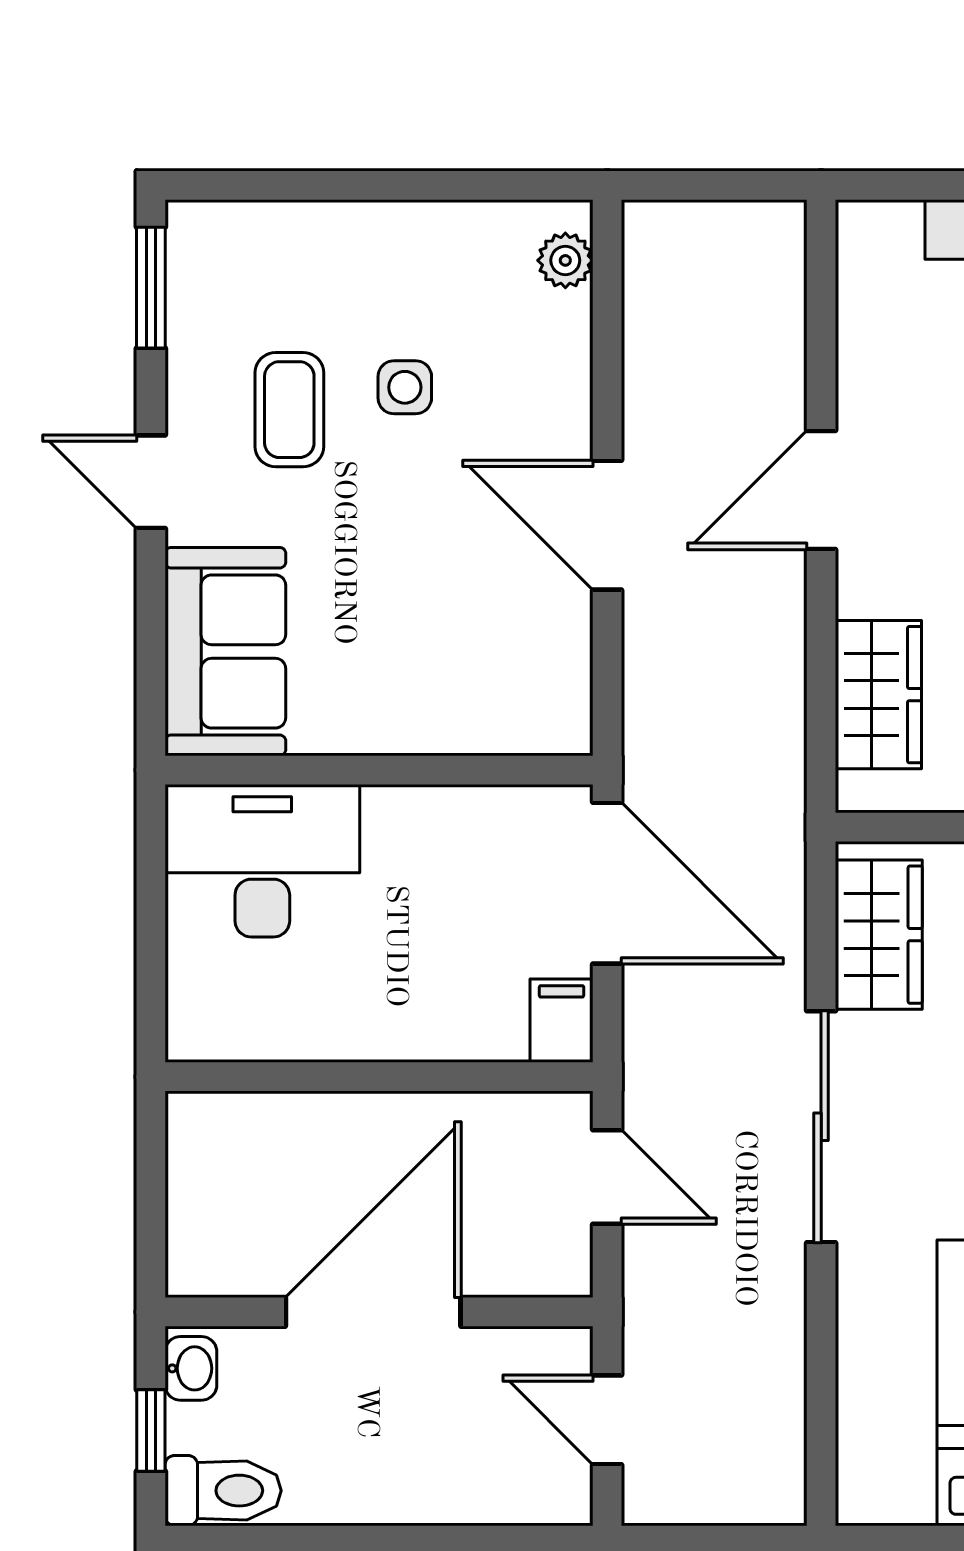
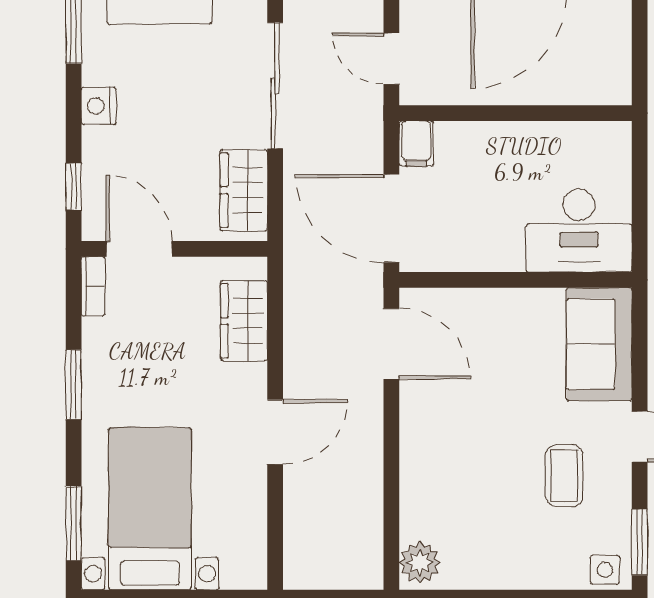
plant: (565, 260) -> (420, 563), width x1.38, depth x1.38
side table: (405, 387) -> (605, 570), moved
door: (607, 525) -> (391, 344), moved

